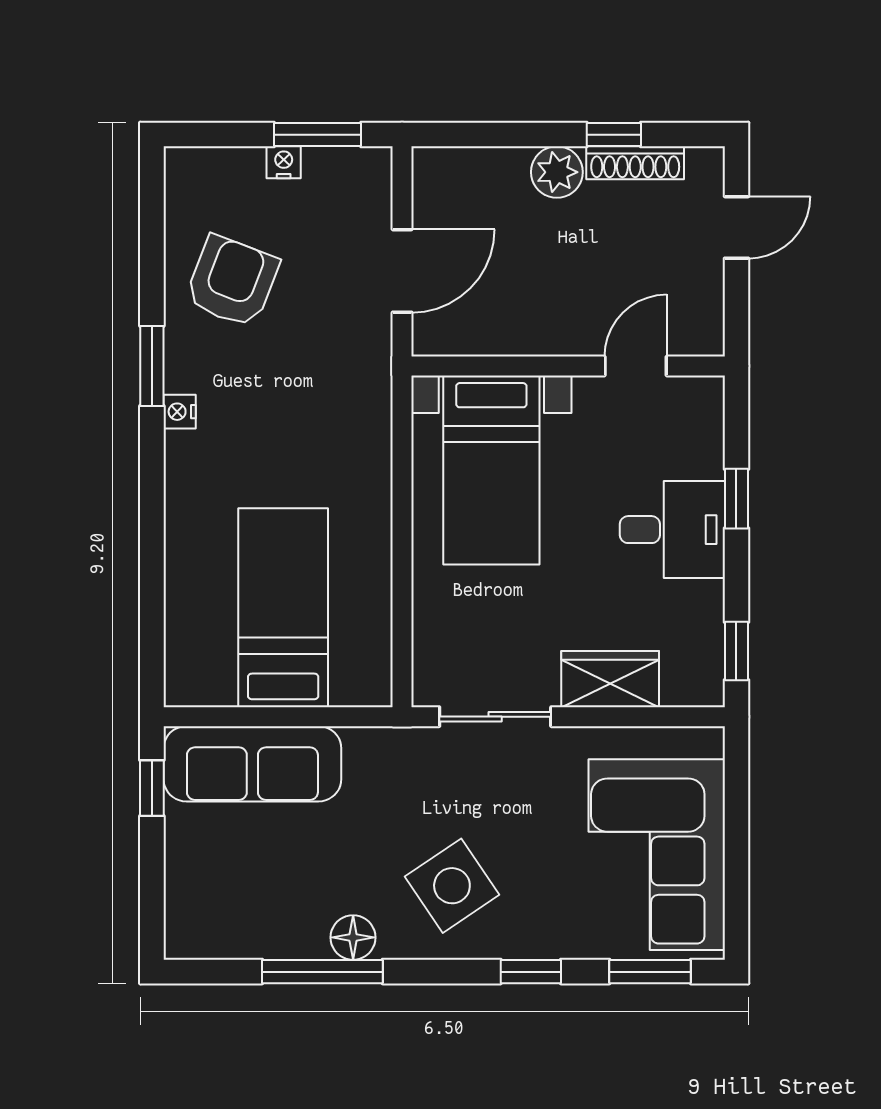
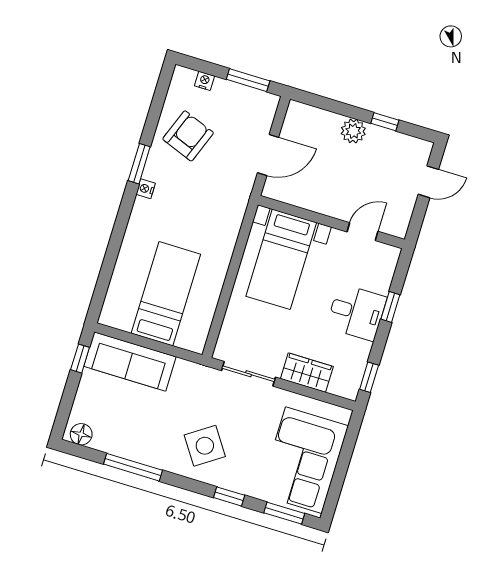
nightstand: (284, 162) -> (204, 81), moved
shoe rack: (635, 163) -> (391, 138), removed
floor lamp: (353, 937) -> (81, 434), moved

